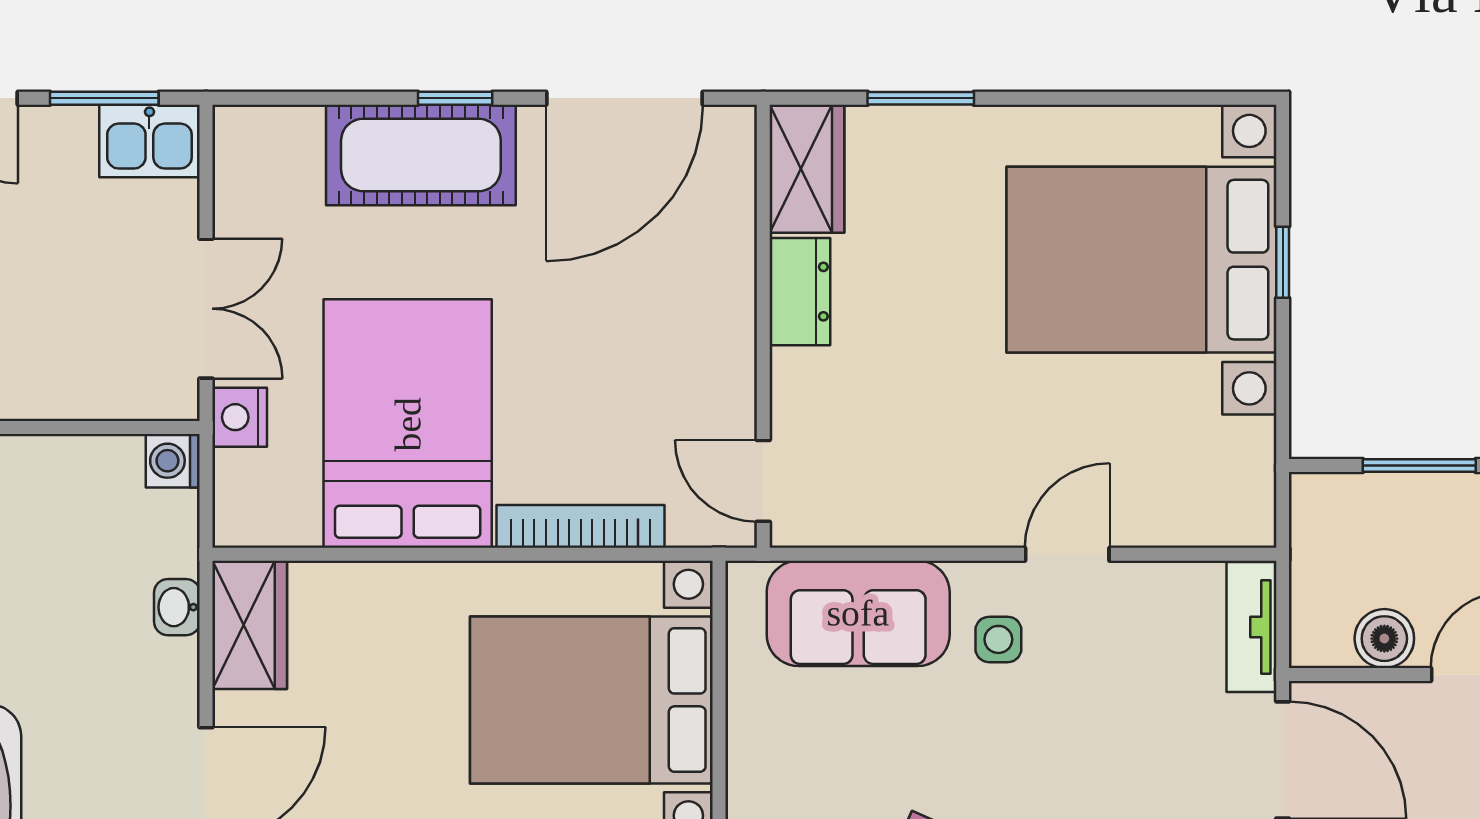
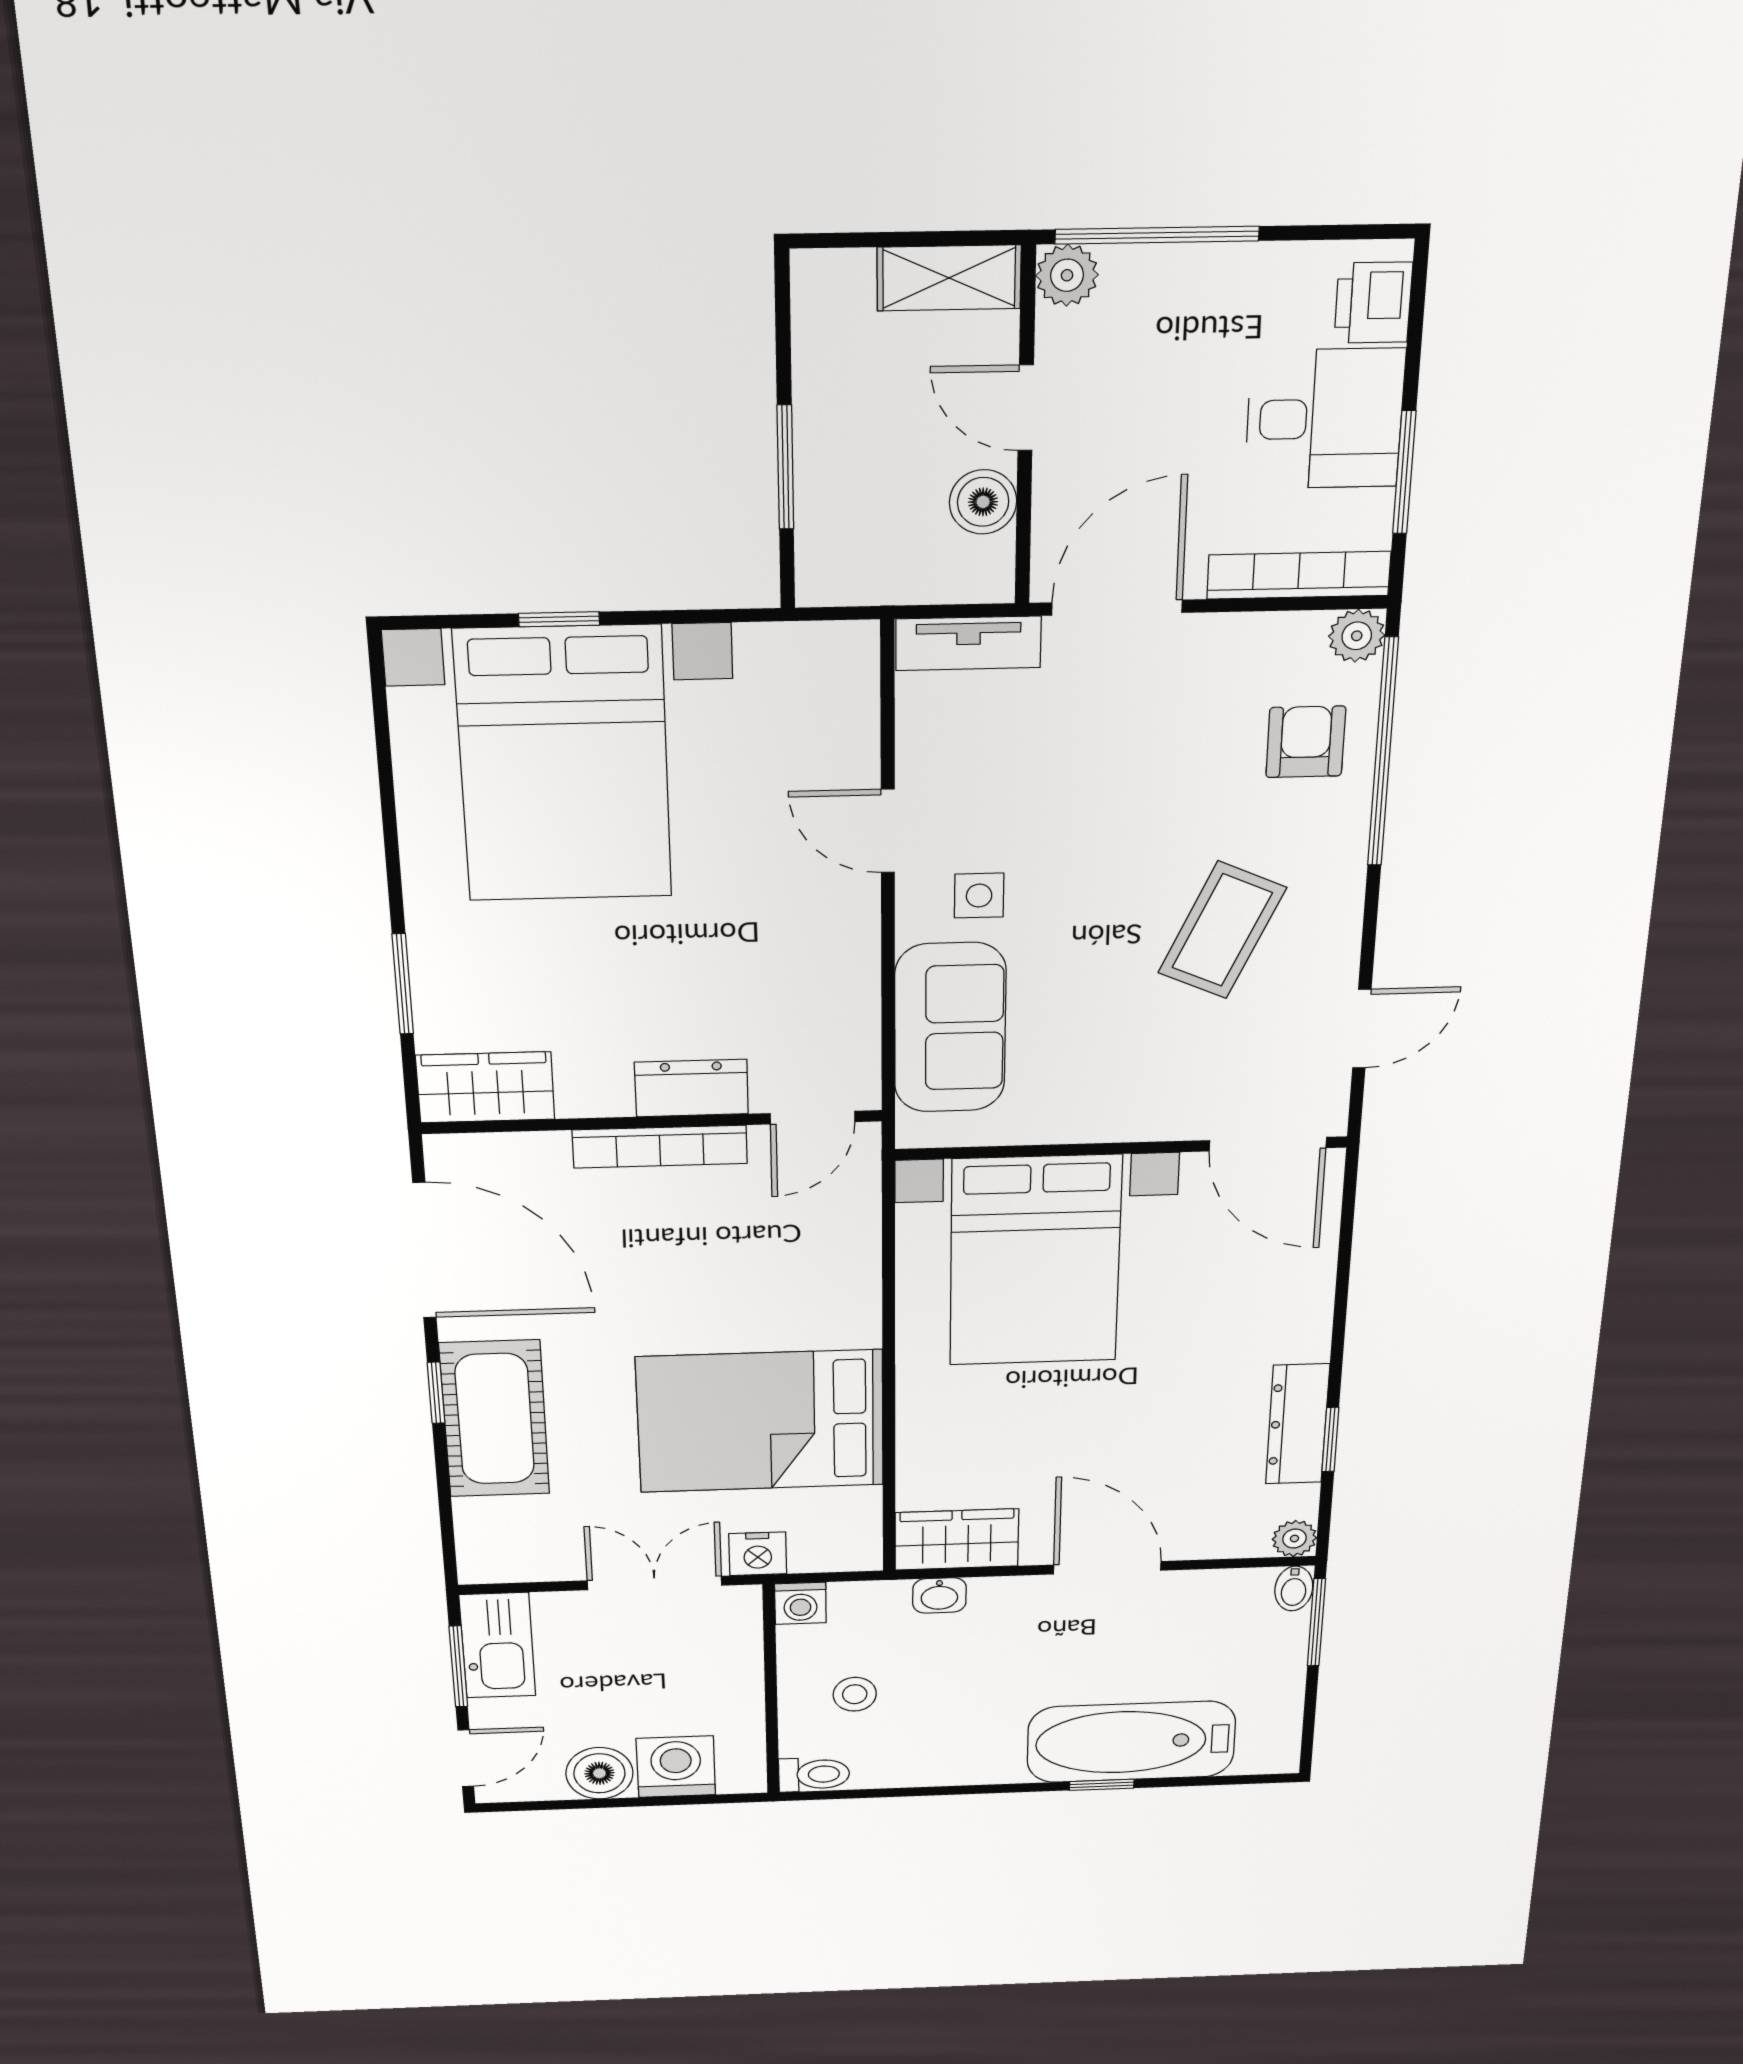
kitchen sink: (149, 141) -> (497, 1645), width x1.38
dresser: (800, 292) -> (692, 1088), moved
stool: (48, 517) -> (855, 1694), added
bookcase: (581, 526) -> (660, 1147), moved, turned -90

